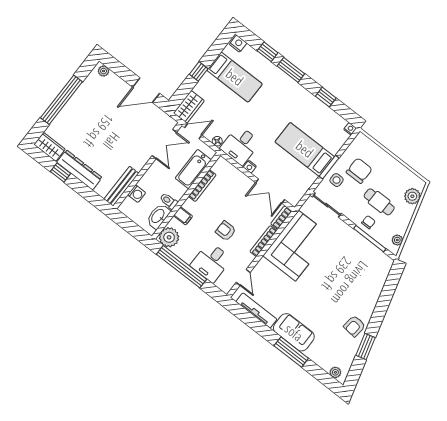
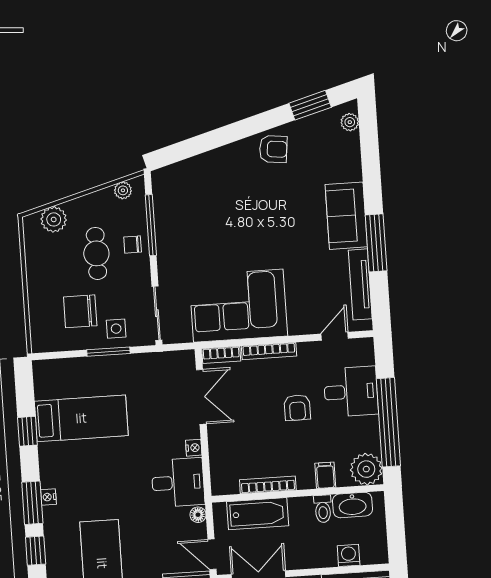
nightstand: (350, 129) -> (48, 497), moved
bed: (305, 149) -> (81, 418), moved, turned -90
window: (365, 346) -> (310, 105), moved
window: (291, 352) -> (376, 243), moved

